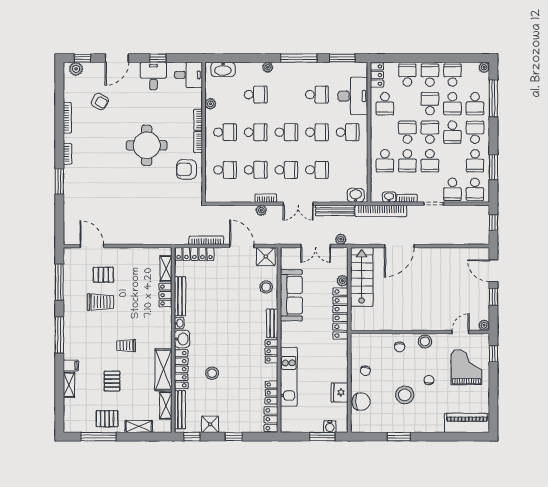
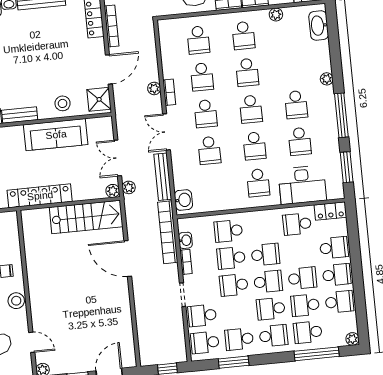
school desk: (256, 95) -> (296, 105), moved
plant: (342, 281) -> (113, 191), moved

